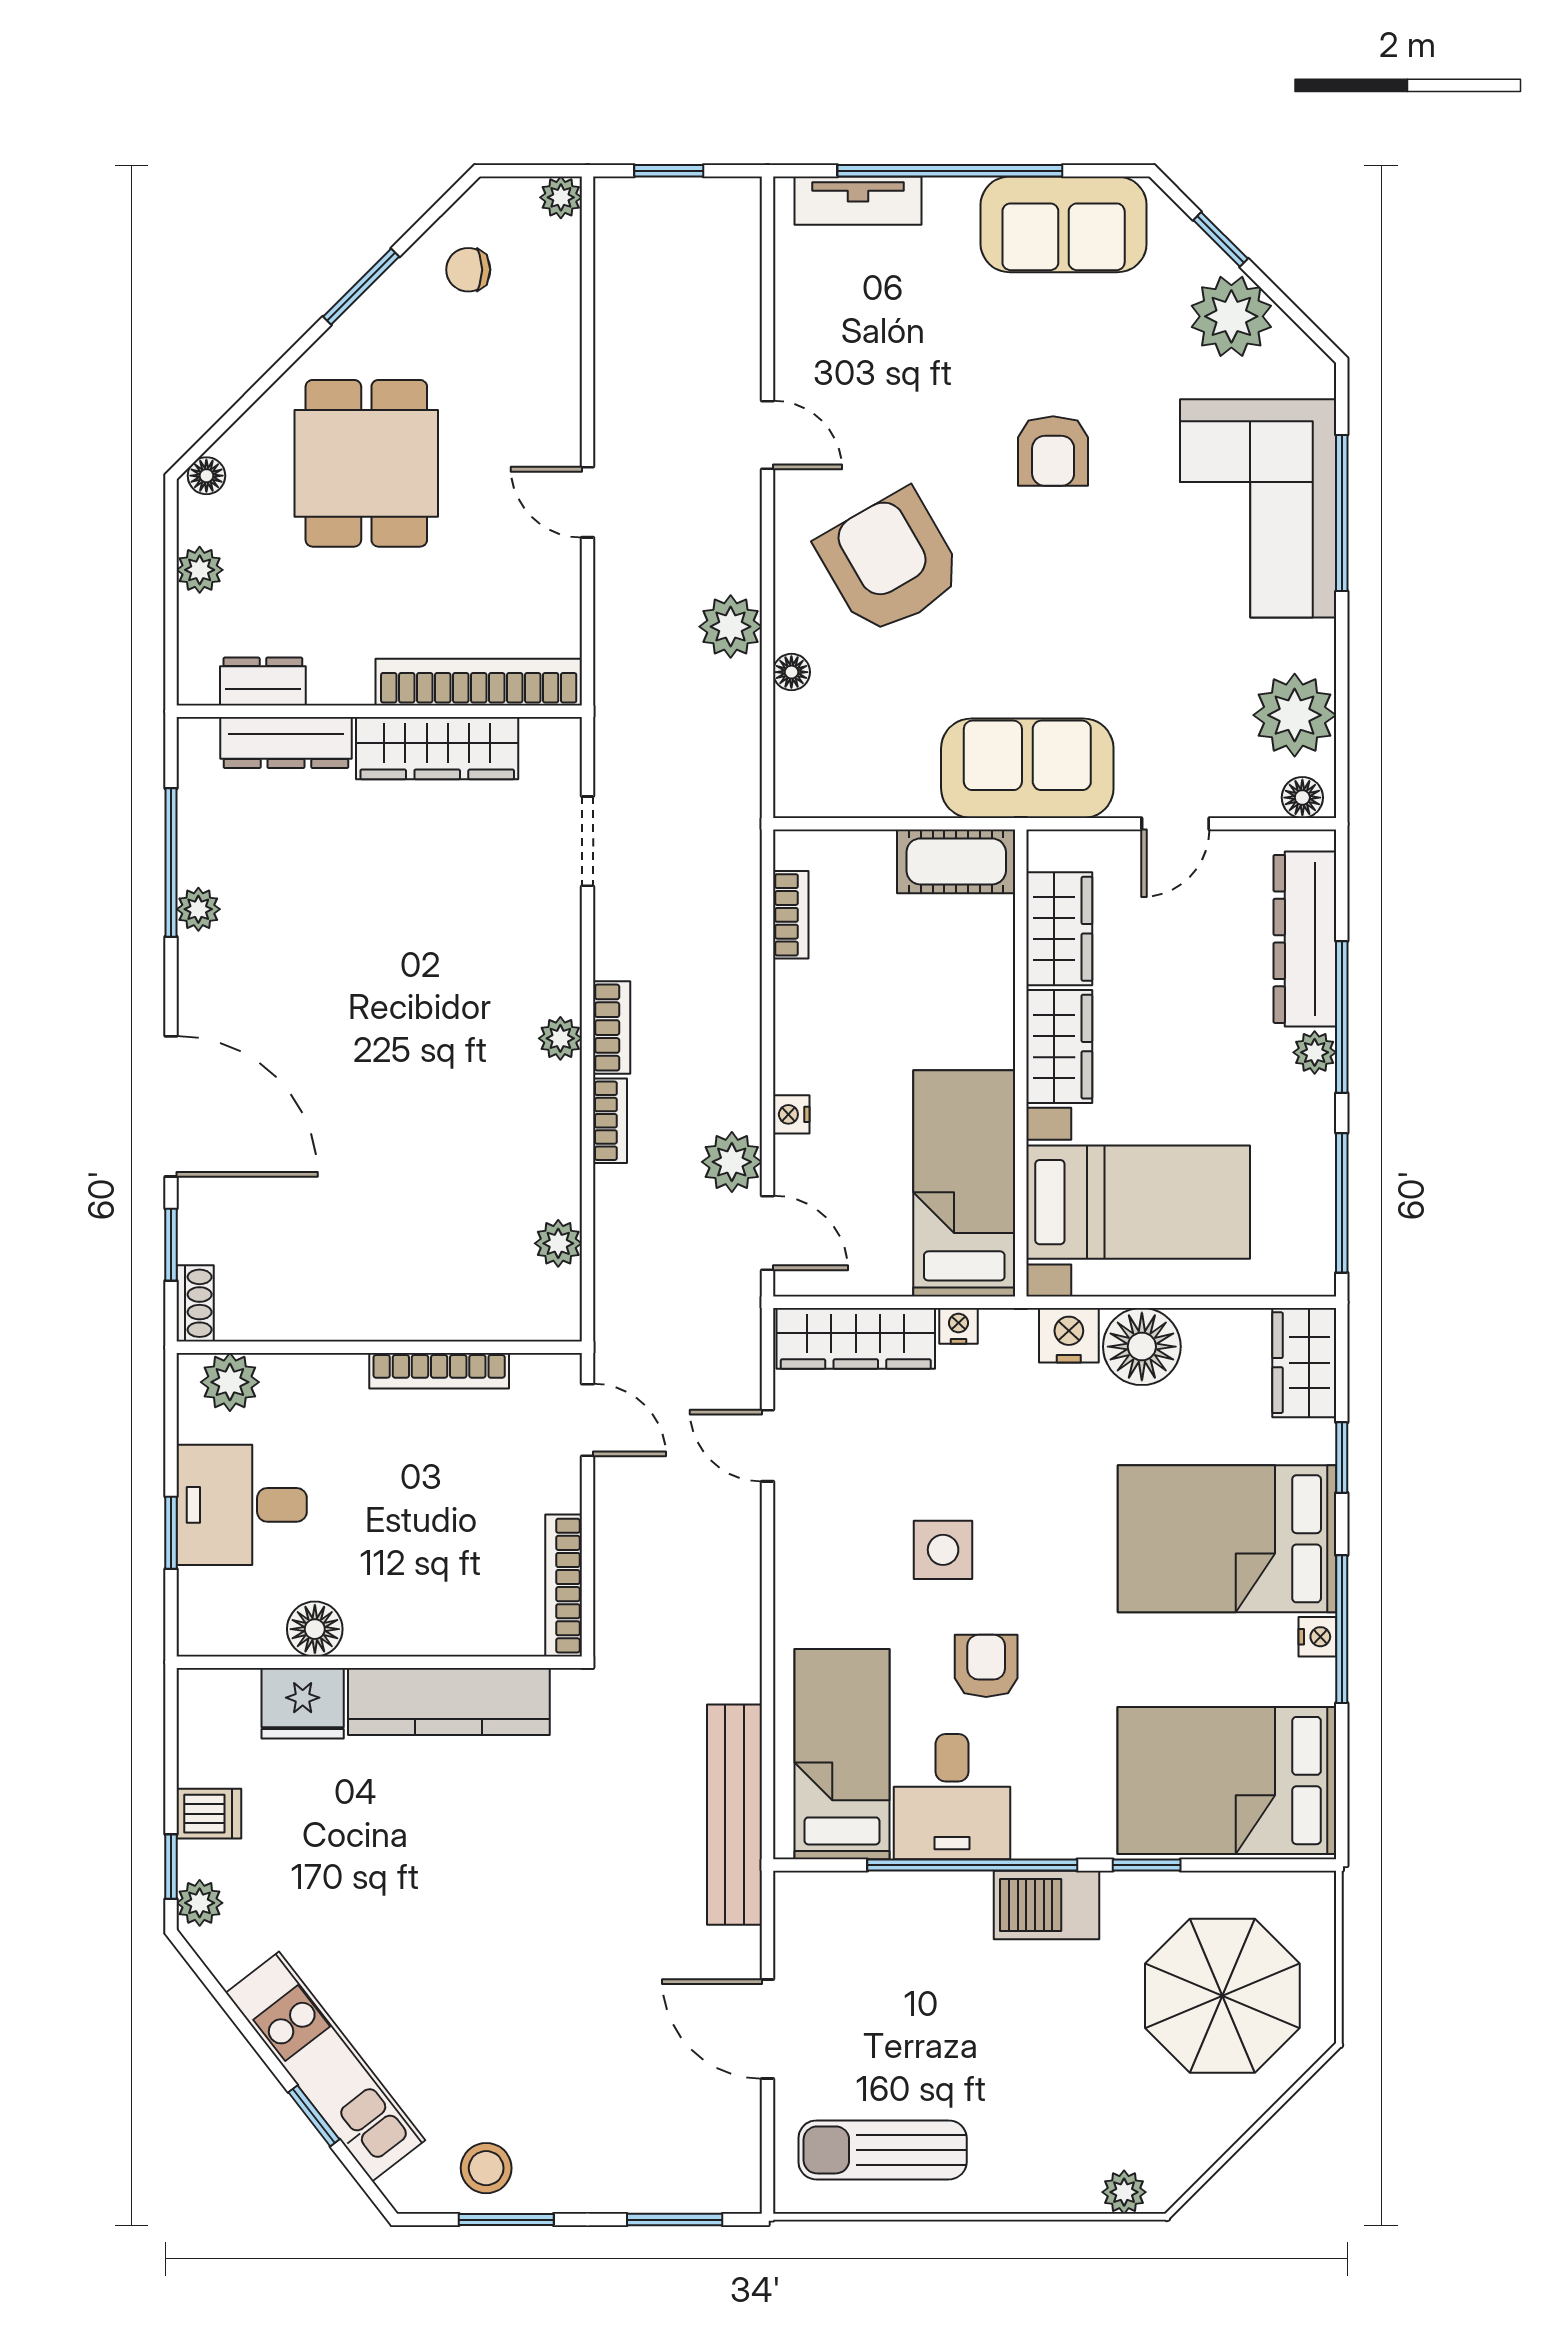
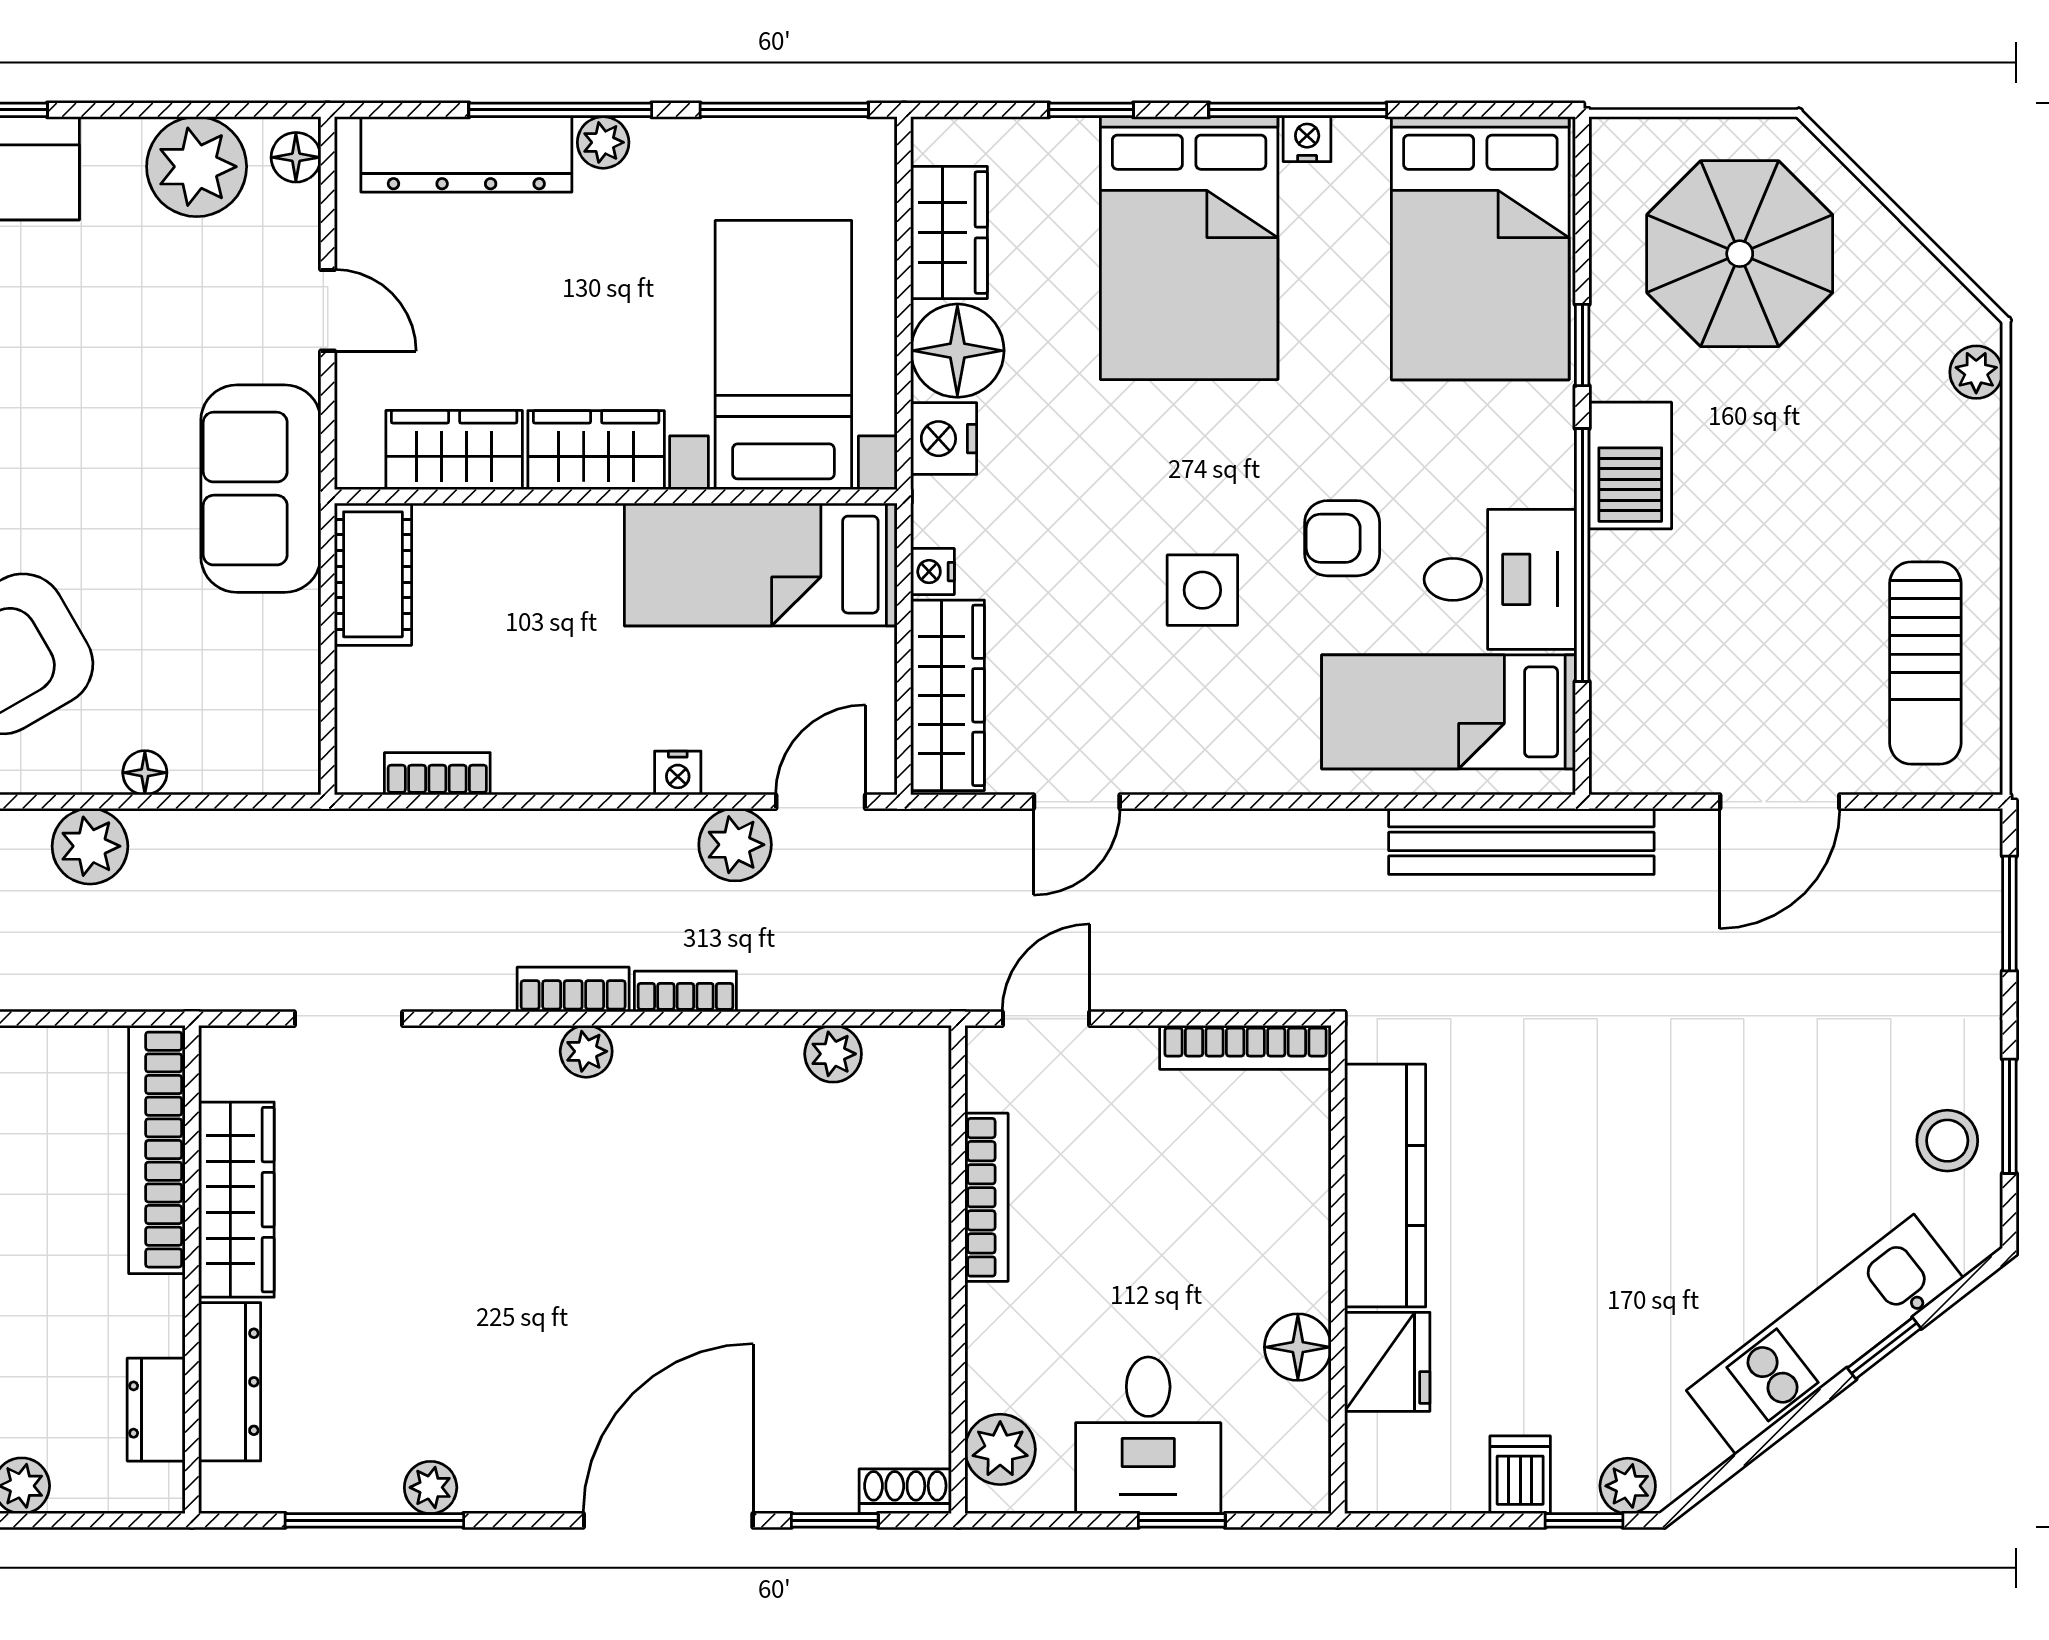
wardrobe: (1304, 1363) -> (949, 232), moved, turned -90

